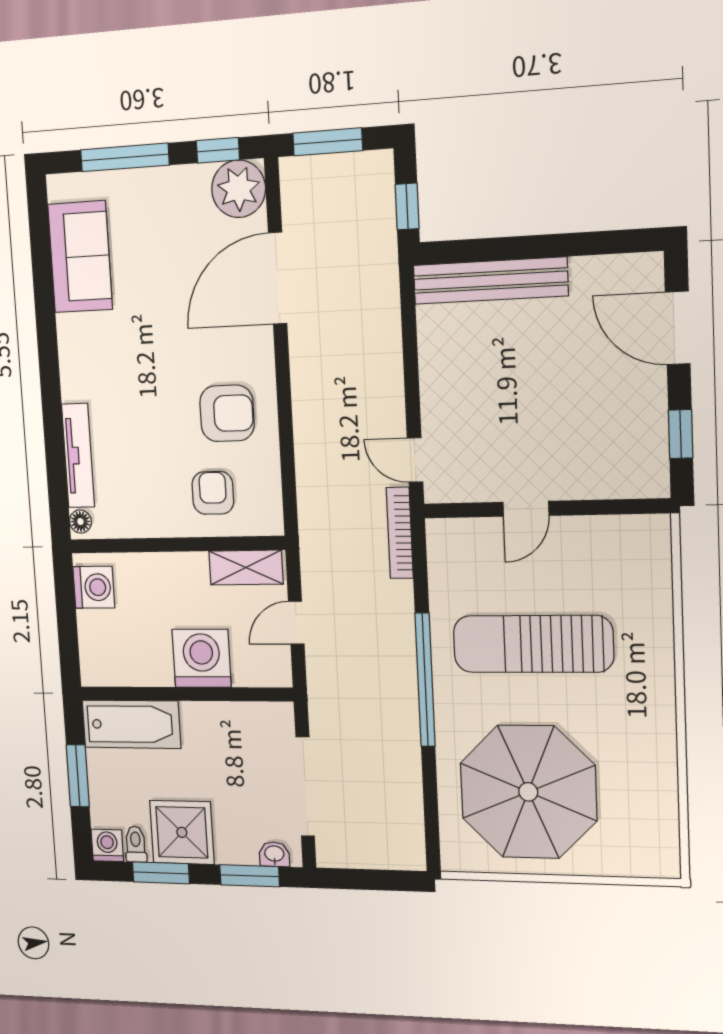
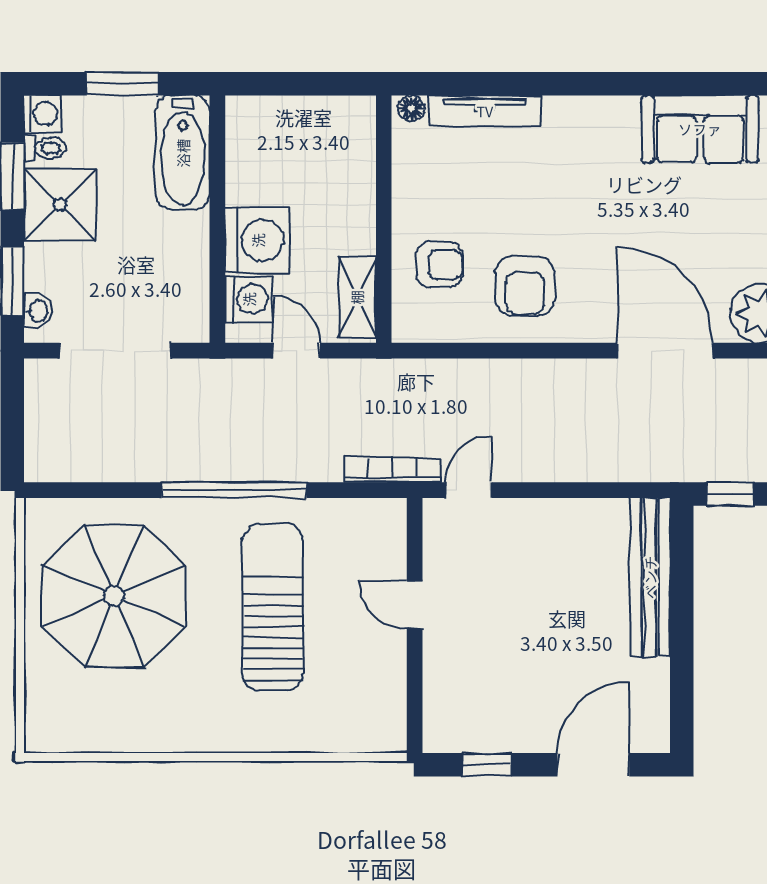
washing machine: (94, 587) -> (249, 299), moved, turned -90

